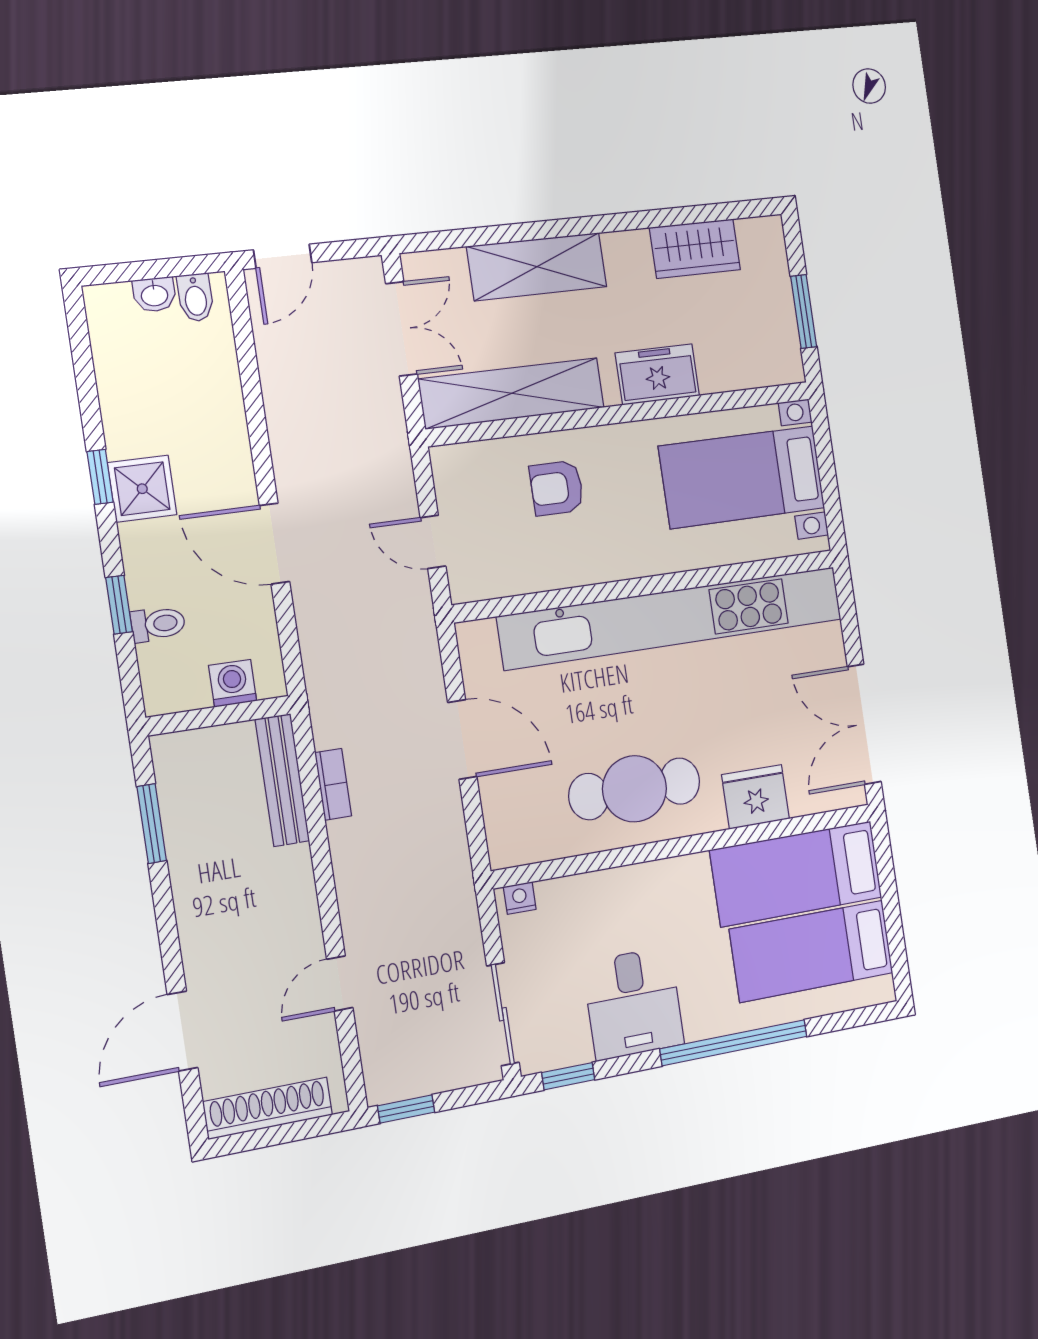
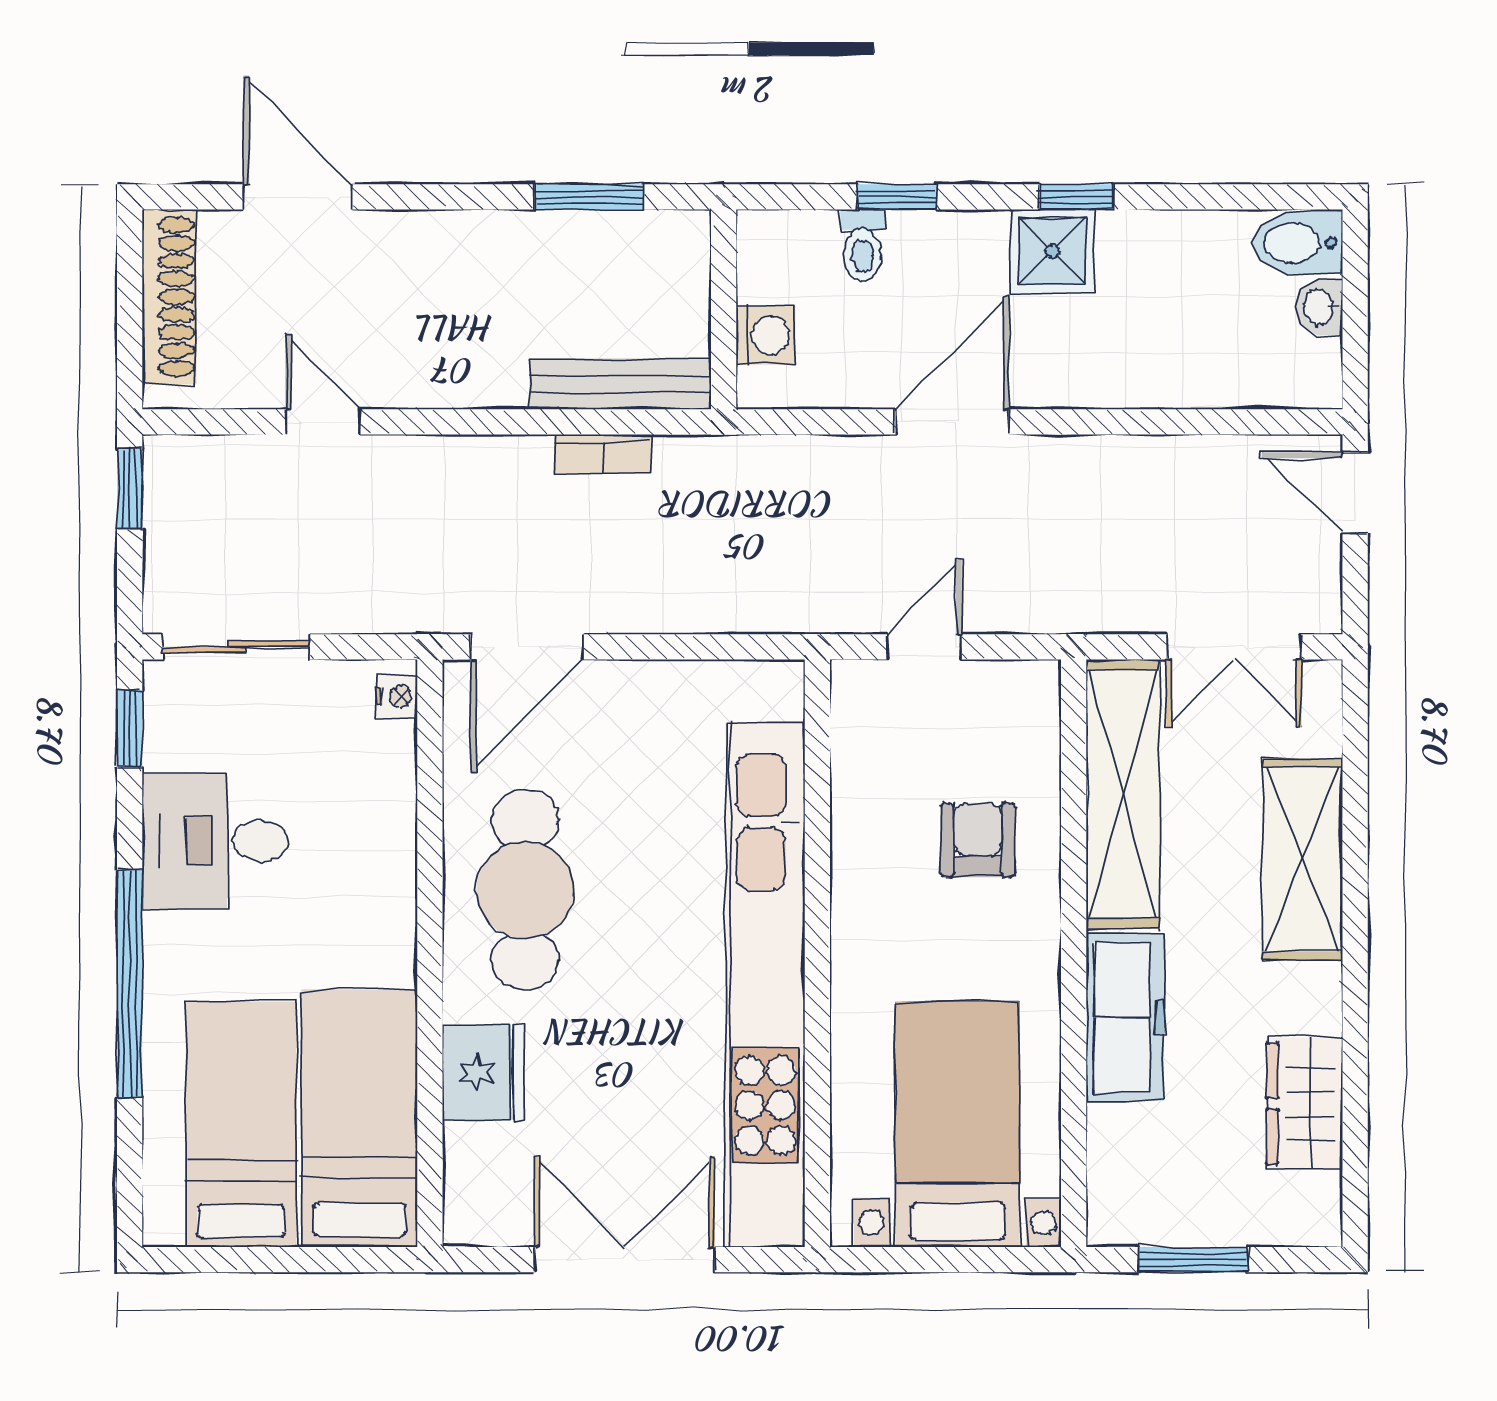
bidet: (195, 298) -> (1298, 243), moved, width x1.38, depth x1.36
freezer: (657, 374) -> (1125, 1017), width x1.40
double door: (864, 724) -> (625, 1260), moved
door: (462, 740) -> (527, 647), moved

